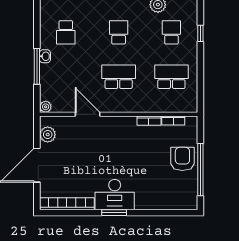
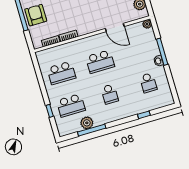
school desk: (66, 32) -> (148, 83), turned 180
school desk: (171, 32) -> (71, 105), width x1.85
armchair: (182, 159) -> (36, 15), turned 180

